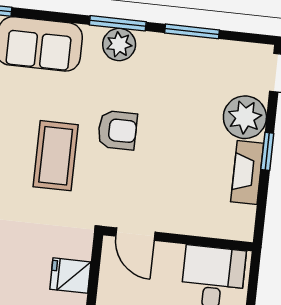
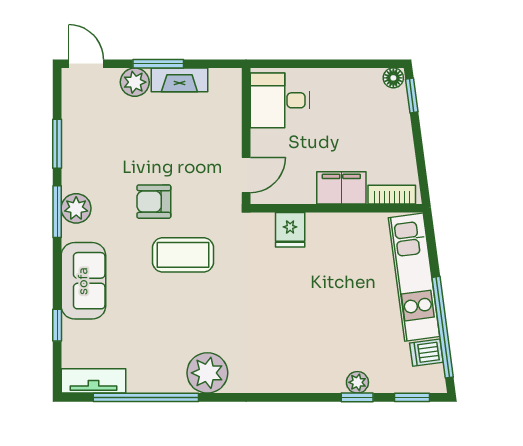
plant: (245, 117) -> (135, 82), width x0.73, depth x0.73
armchair: (117, 130) -> (154, 202), turned -90
window: (267, 151) -> (158, 64), width x1.50

